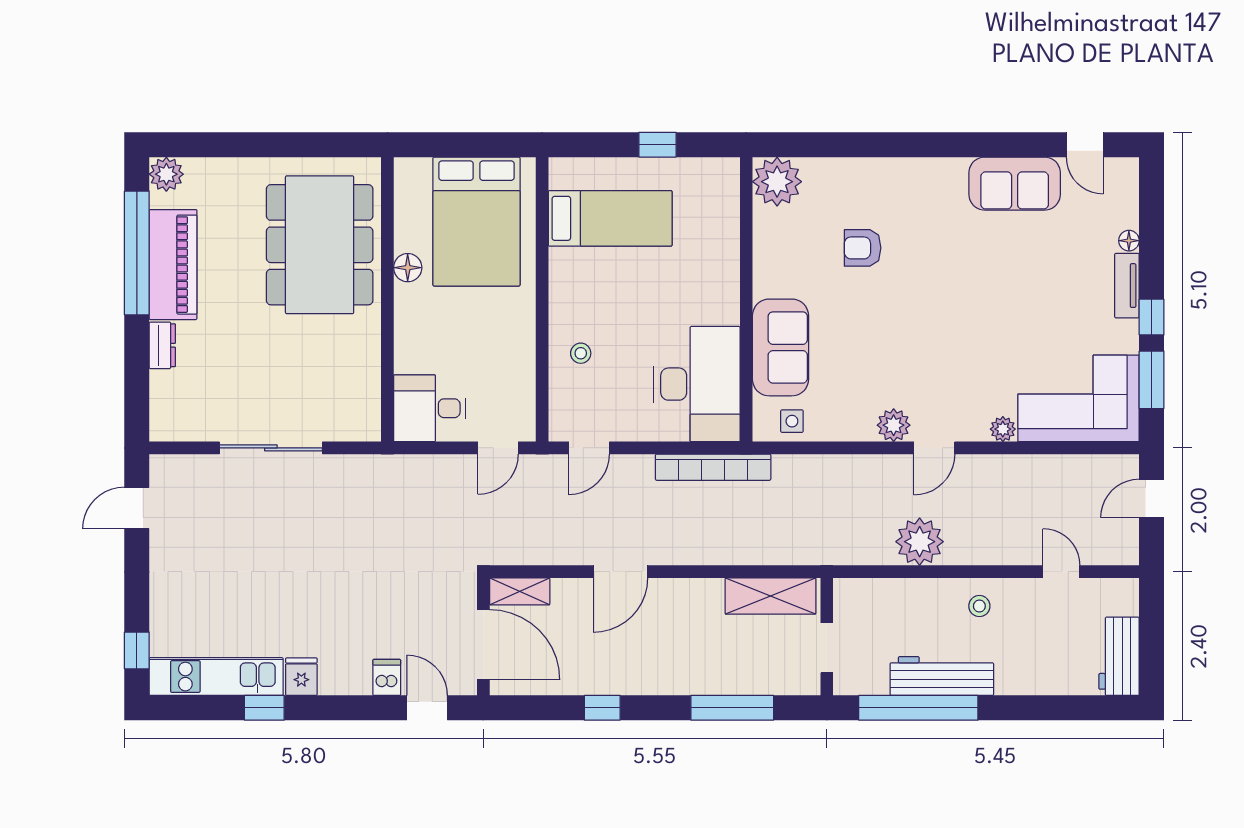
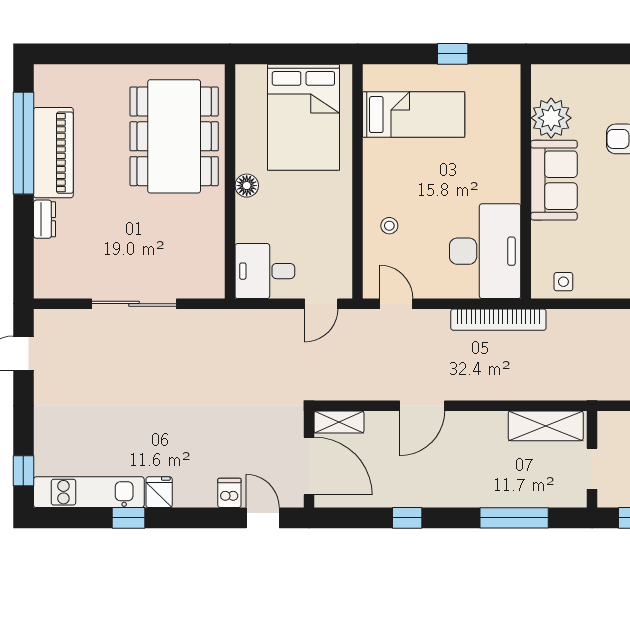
plant: (166, 174) -> (48, 78), removed
plant: (777, 182) -> (551, 118), moved
floor lamp: (408, 268) -> (247, 186), moved
sofa: (781, 347) -> (554, 180), moved
door: (589, 448) -> (396, 304), swing flipped

